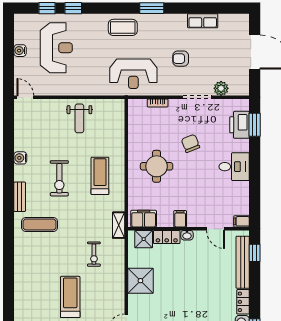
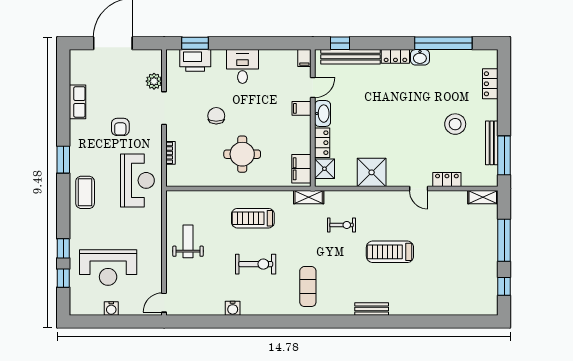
reception desk: (56, 48) -> (108, 268), turned 180
weight bench: (79, 118) -> (188, 241), turned -90
chair: (191, 143) -> (216, 116), turned 111
bench: (20, 197) -> (372, 309), moved
filing cabinet: (180, 219) -> (301, 108), moved
washbasin: (187, 235) -> (323, 114), width x1.91, depth x1.45

